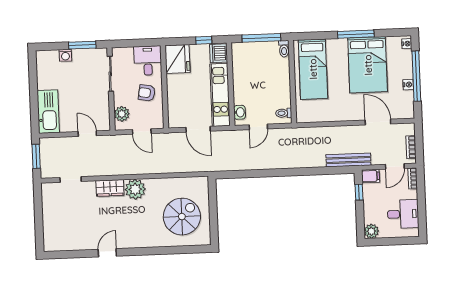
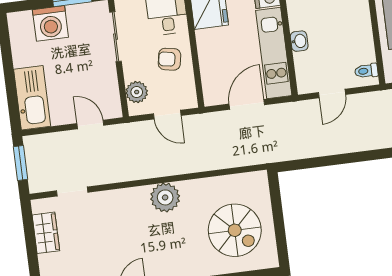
washing machine: (65, 55) -> (50, 23), width x1.89, depth x1.89
washbasin: (240, 112) -> (299, 41), moved
door: (198, 129) -> (247, 104), swing flipped
wardrobe: (110, 188) -> (46, 233), moved, turned -90
spiral stairs: (182, 217) -> (235, 230), turned 90

